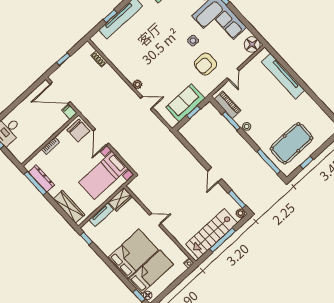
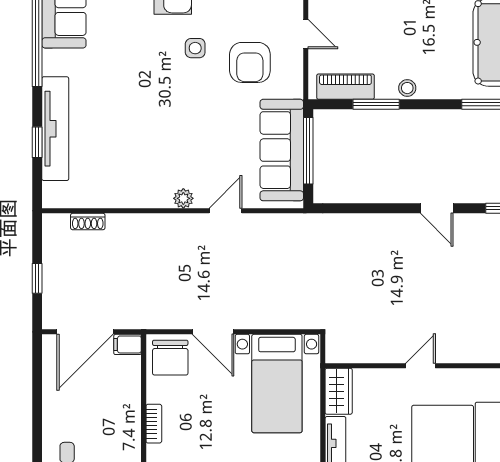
sofa: (185, 103) -> (282, 150), width x1.36
window: (194, 112) -> (308, 151), width x2.17
chair: (78, 130) -> (170, 358), turned 90

